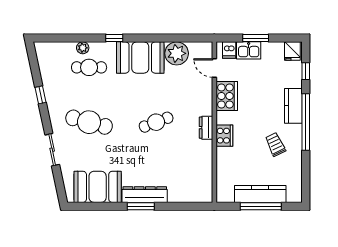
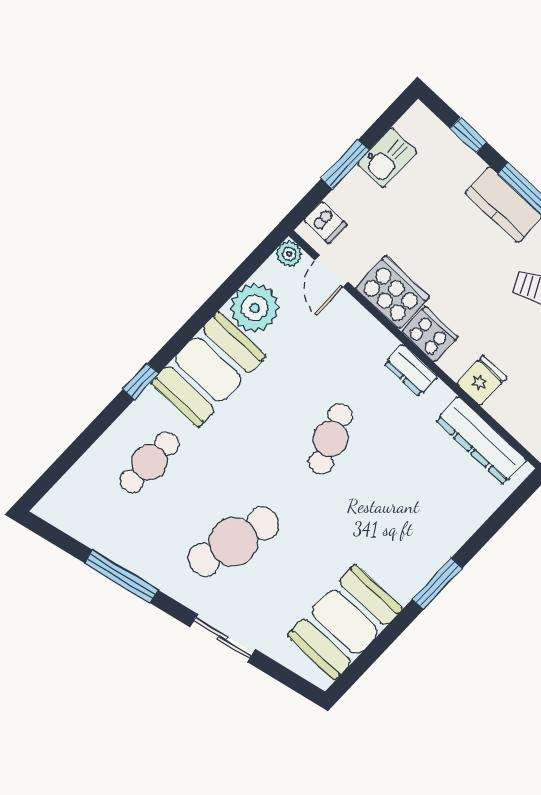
plant: (83, 48) -> (289, 254), moved
kitchen sink: (249, 50) -> (387, 158), moved
fridge: (292, 51) -> (482, 380), moved, turned -90
door: (214, 68) -> (331, 271), hinge flipped
window: (41, 95) -> (121, 577), width x2.17
cooker: (224, 136) -> (430, 334), moved
dresser: (145, 195) -> (481, 440), moved, turned -90

